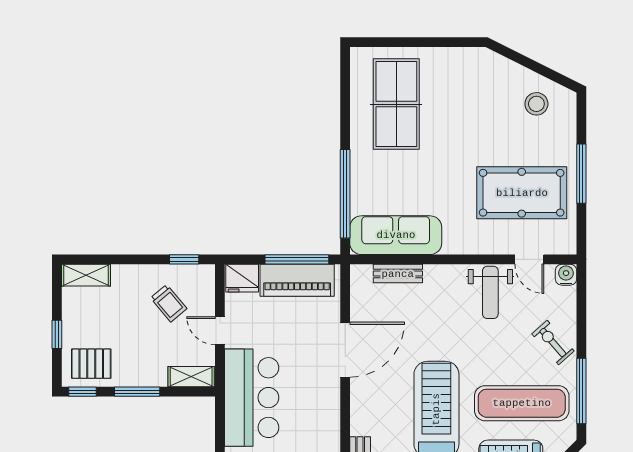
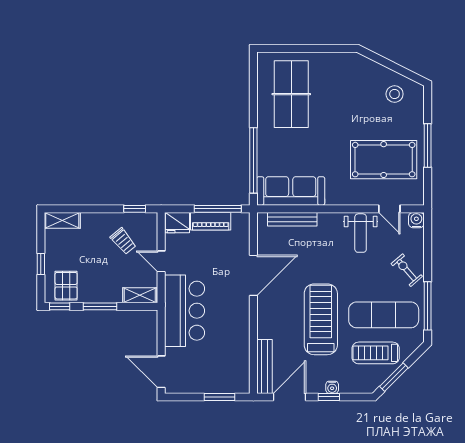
bench: (398, 274) -> (292, 219), width x1.36
piano: (297, 280) -> (211, 221), width x0.73, depth x0.75
pallet: (91, 364) -> (66, 286), turned 90

